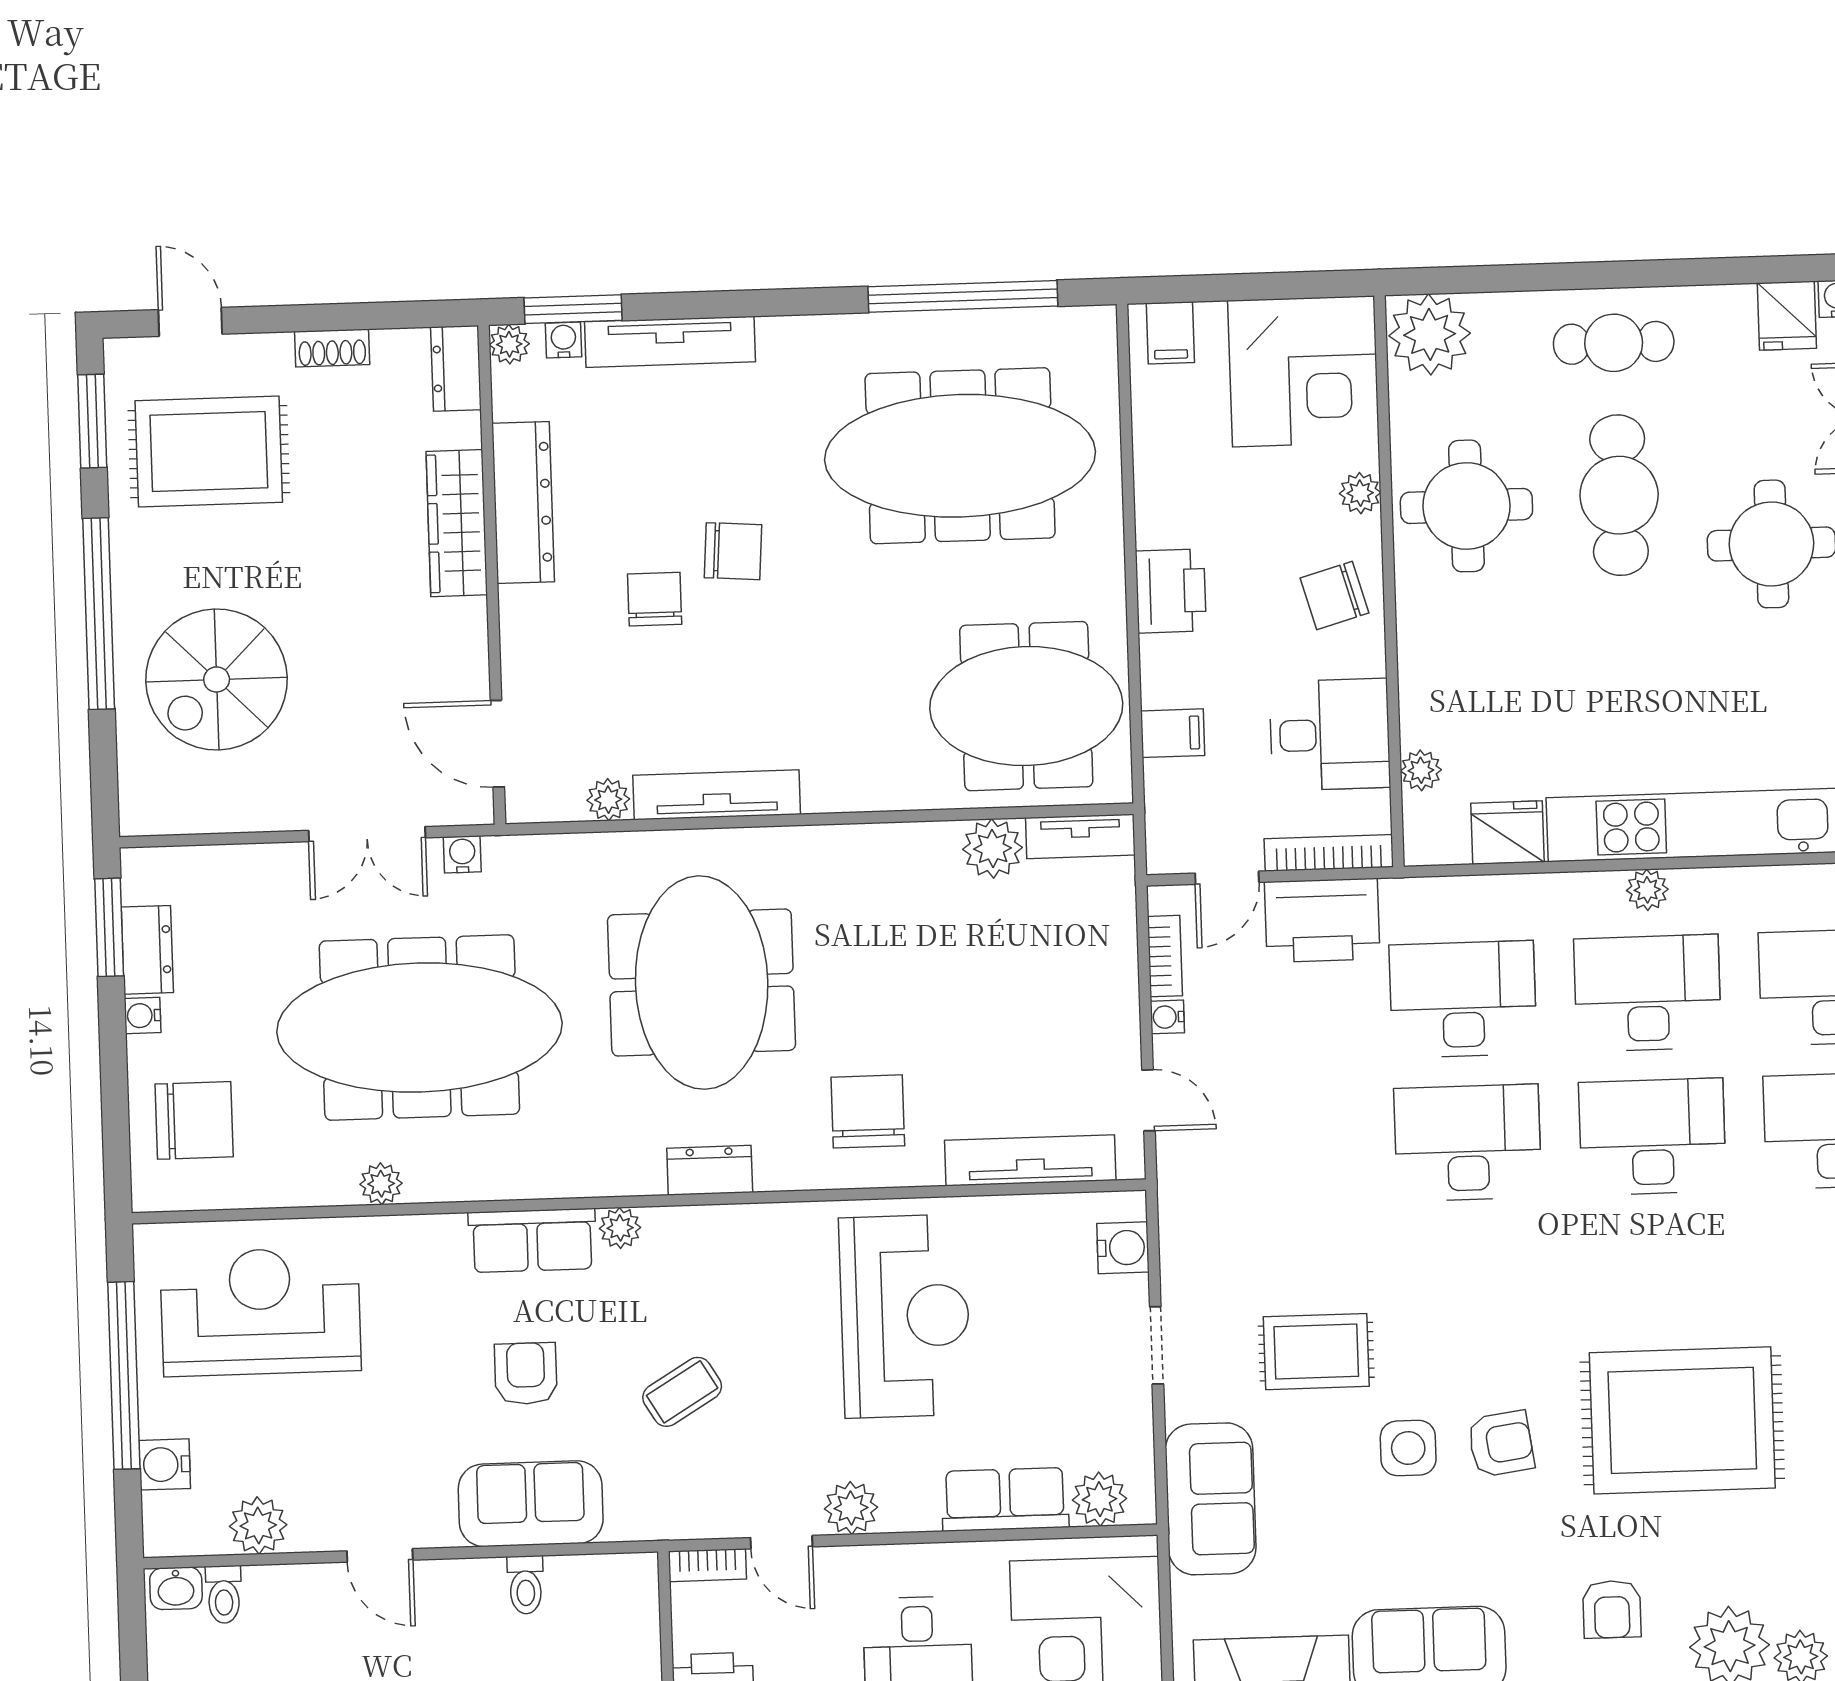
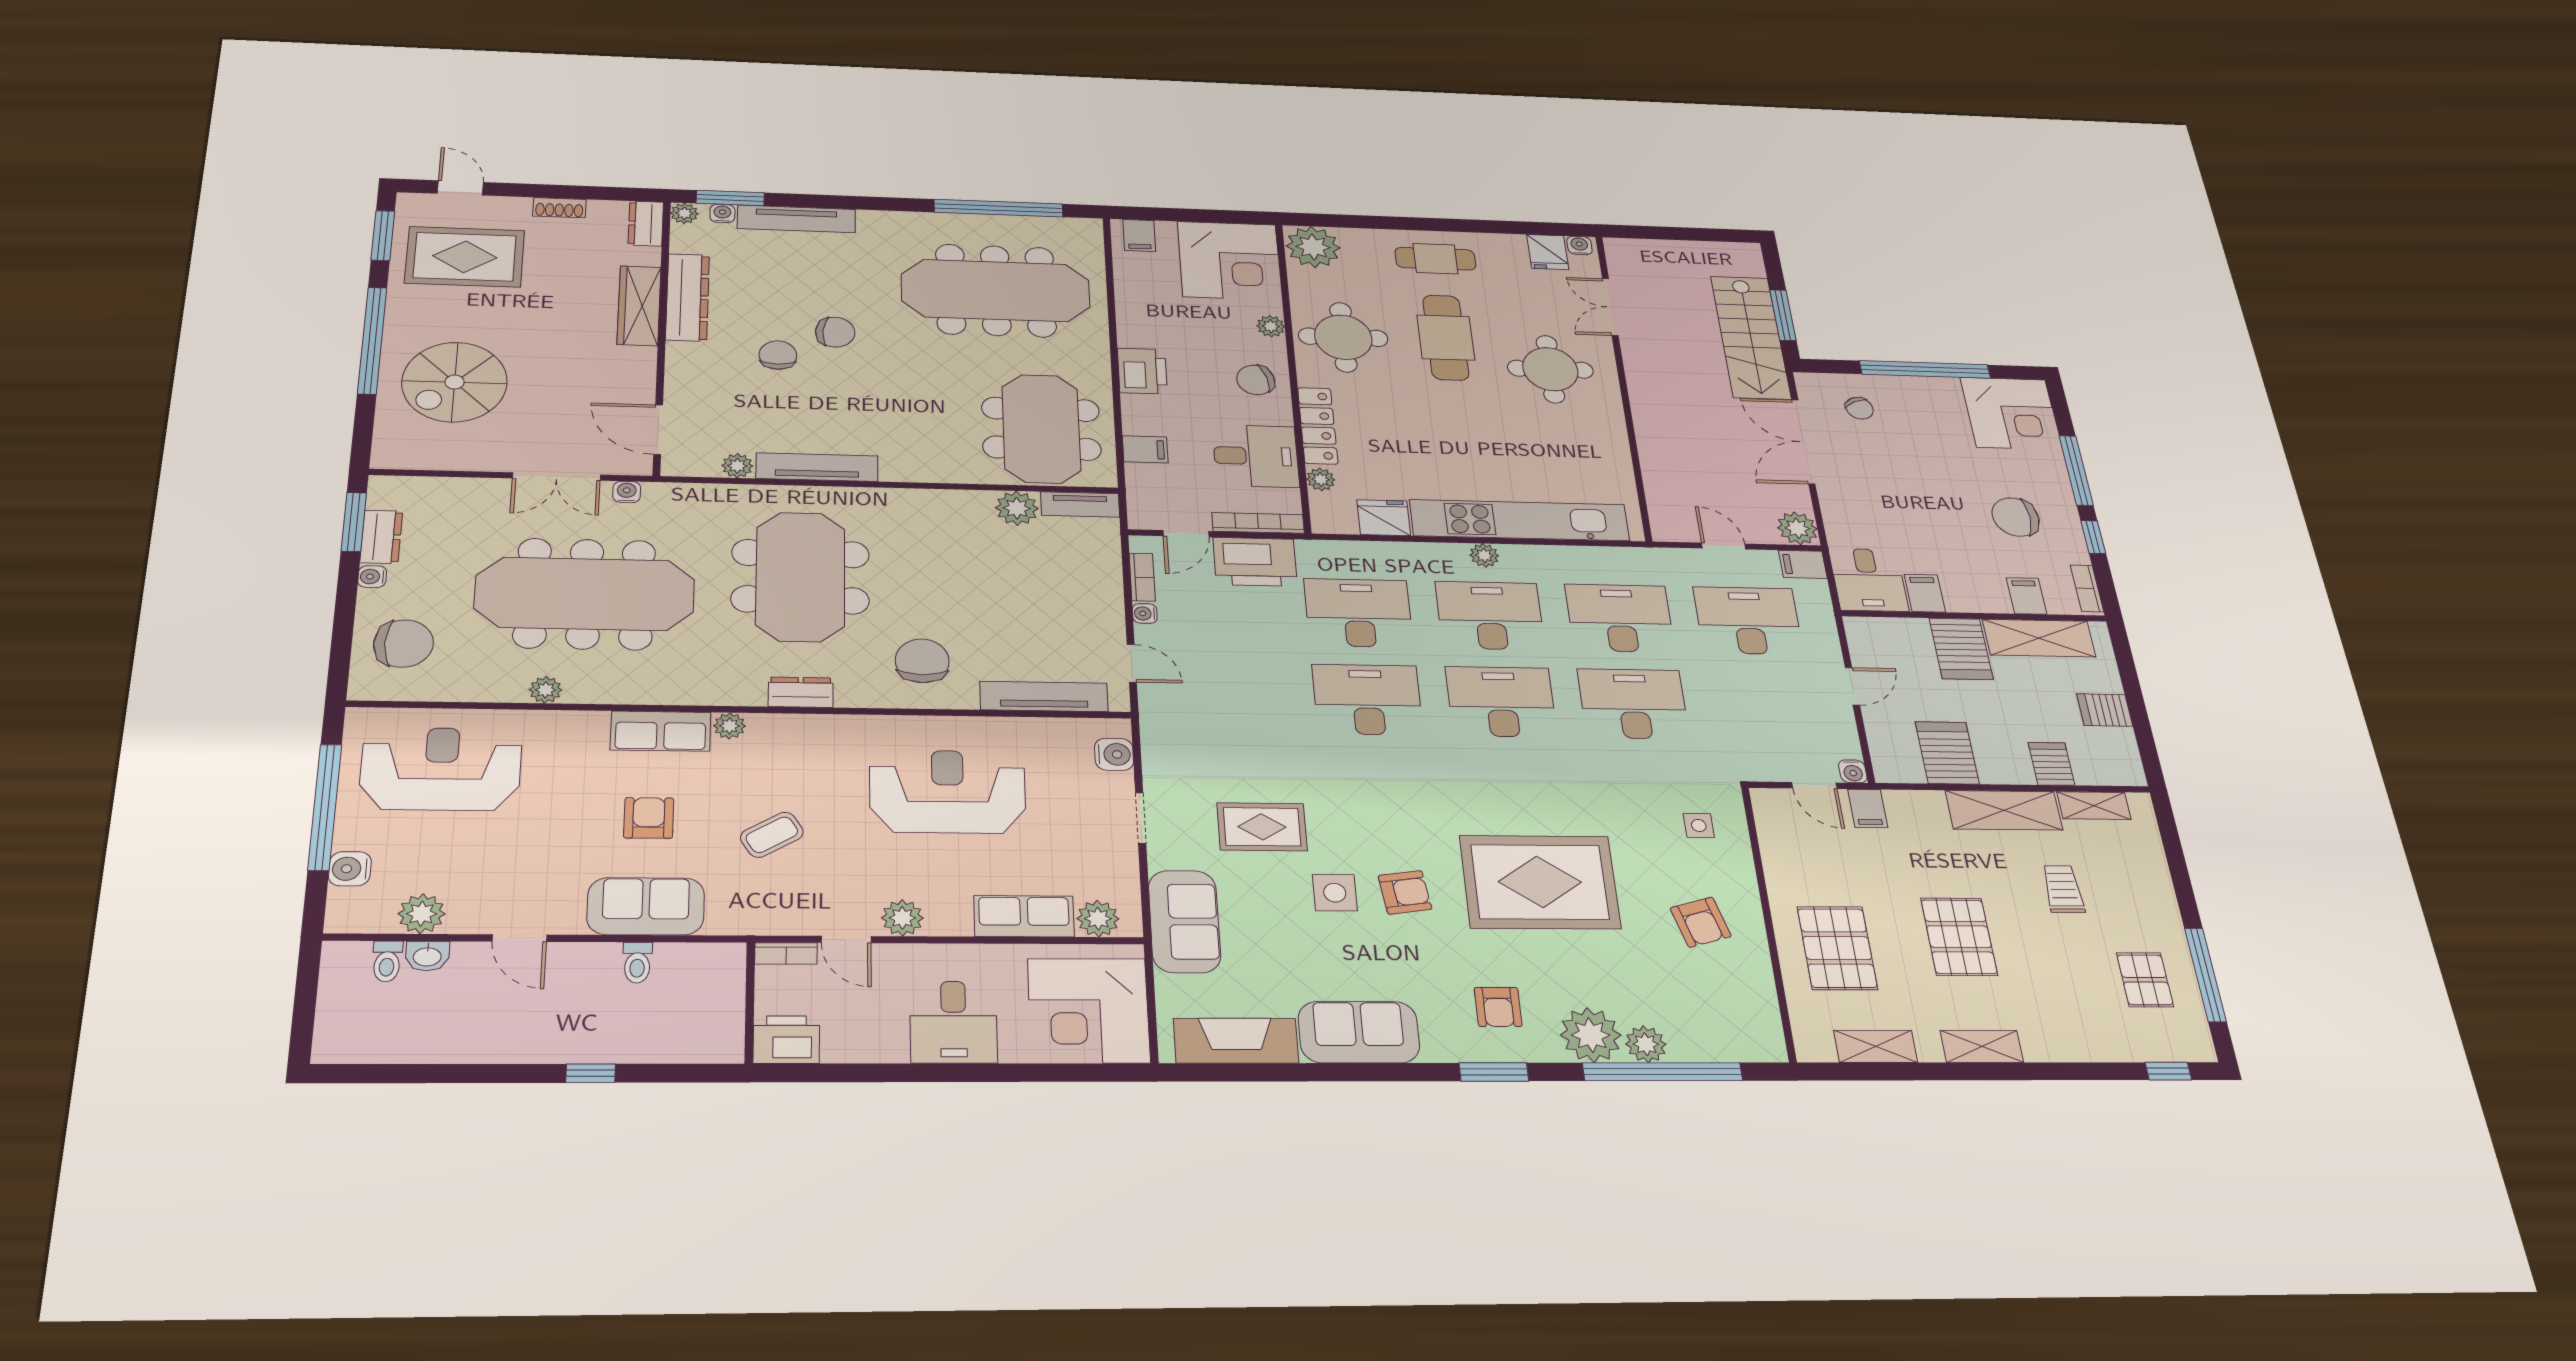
locker: (1421, 674) -> (1318, 426), added
meeting table: (1026, 706) -> (1041, 429), turned 90
reception desk: (905, 1316) -> (948, 792), turned -90
washbasin: (176, 1588) -> (427, 956), moved

